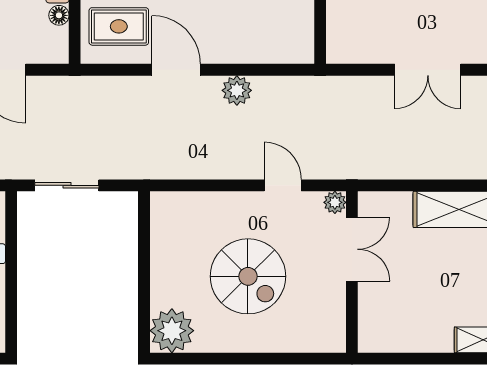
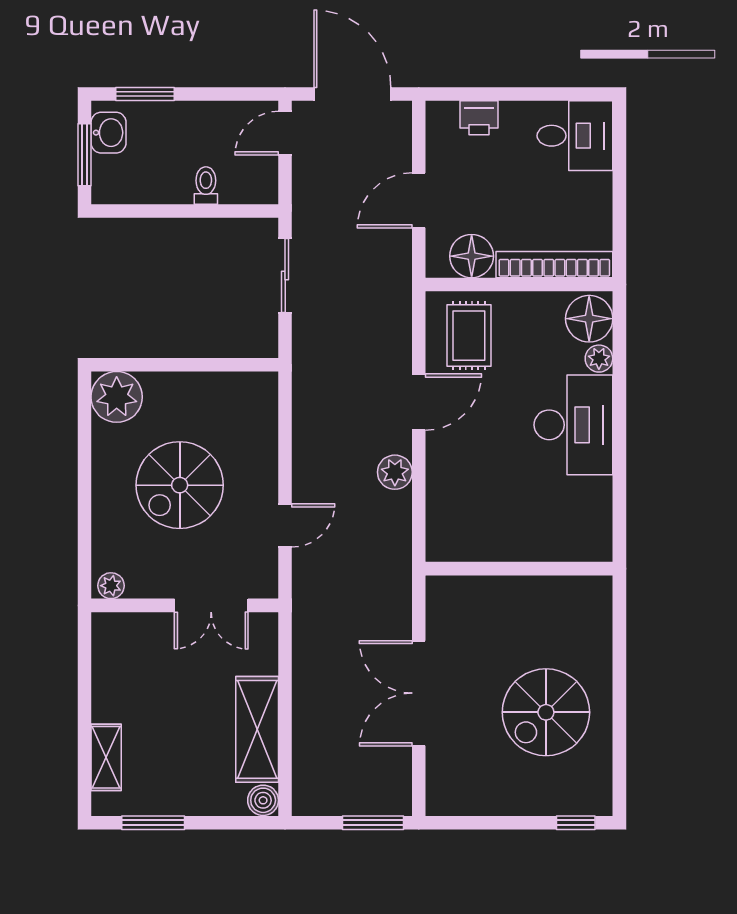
floor lamp: (59, 15) -> (472, 256), width x1.89, depth x1.89
double door: (428, 70) -> (419, 693), width x1.37
plant: (335, 202) -> (111, 586), moved

